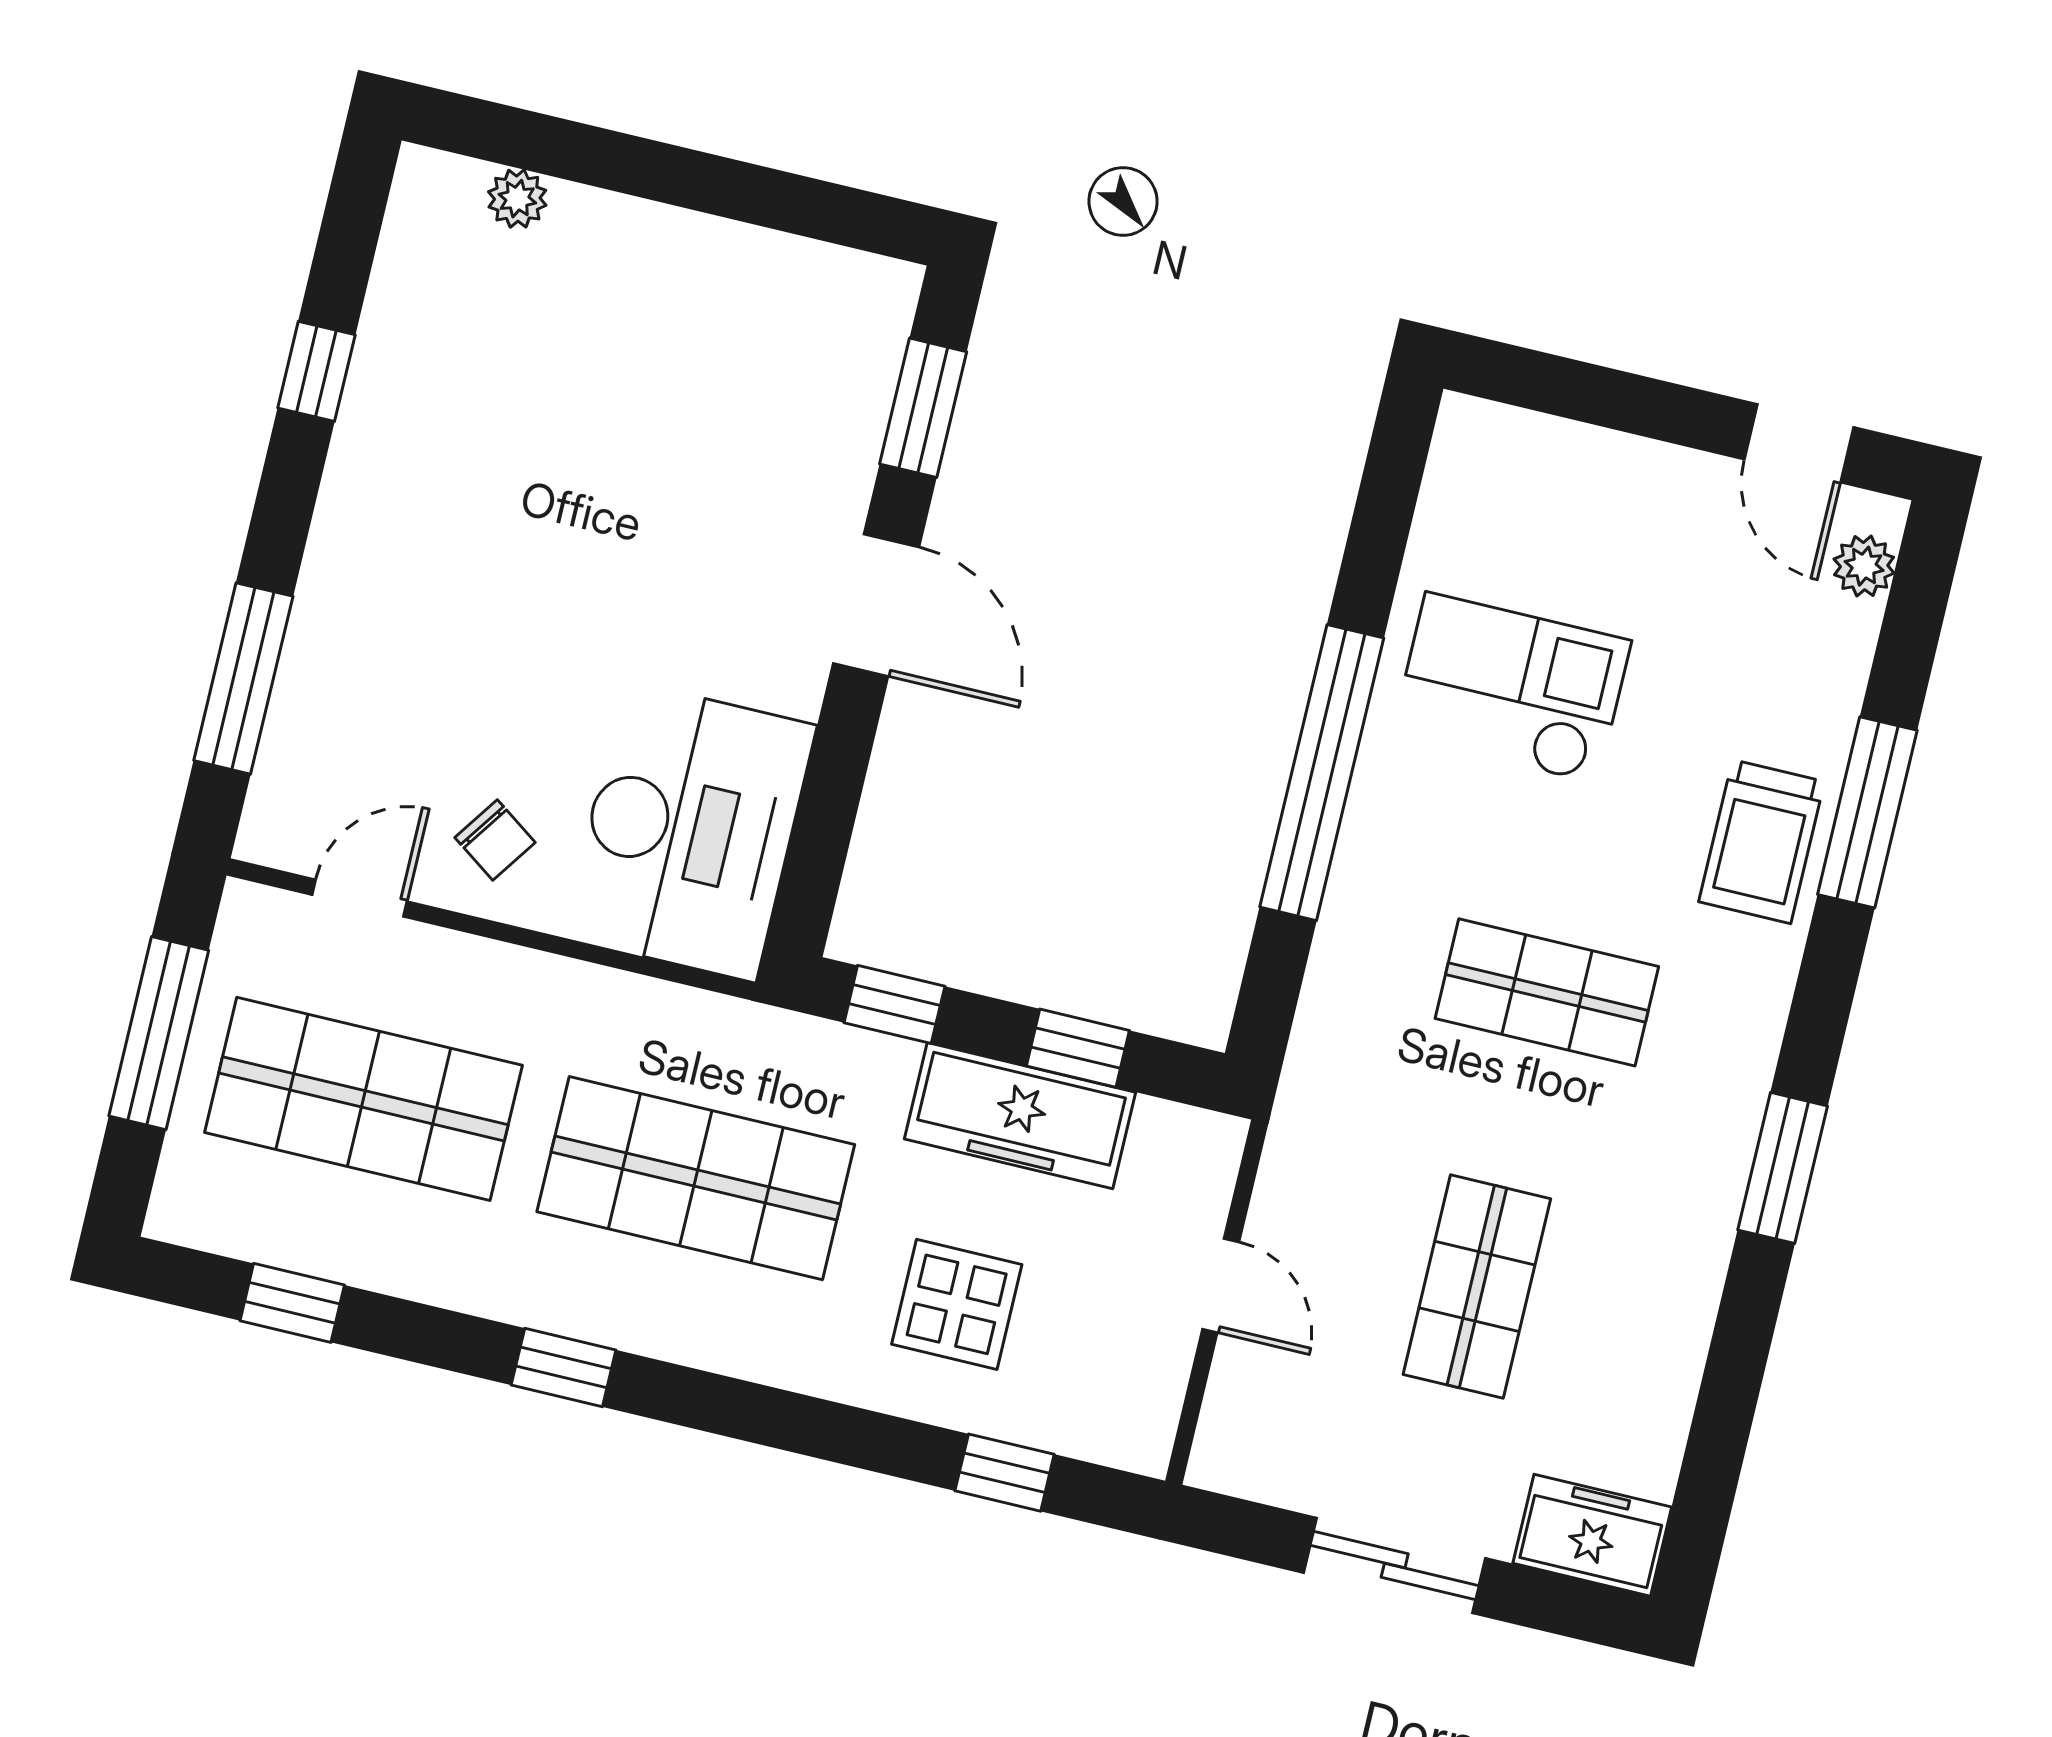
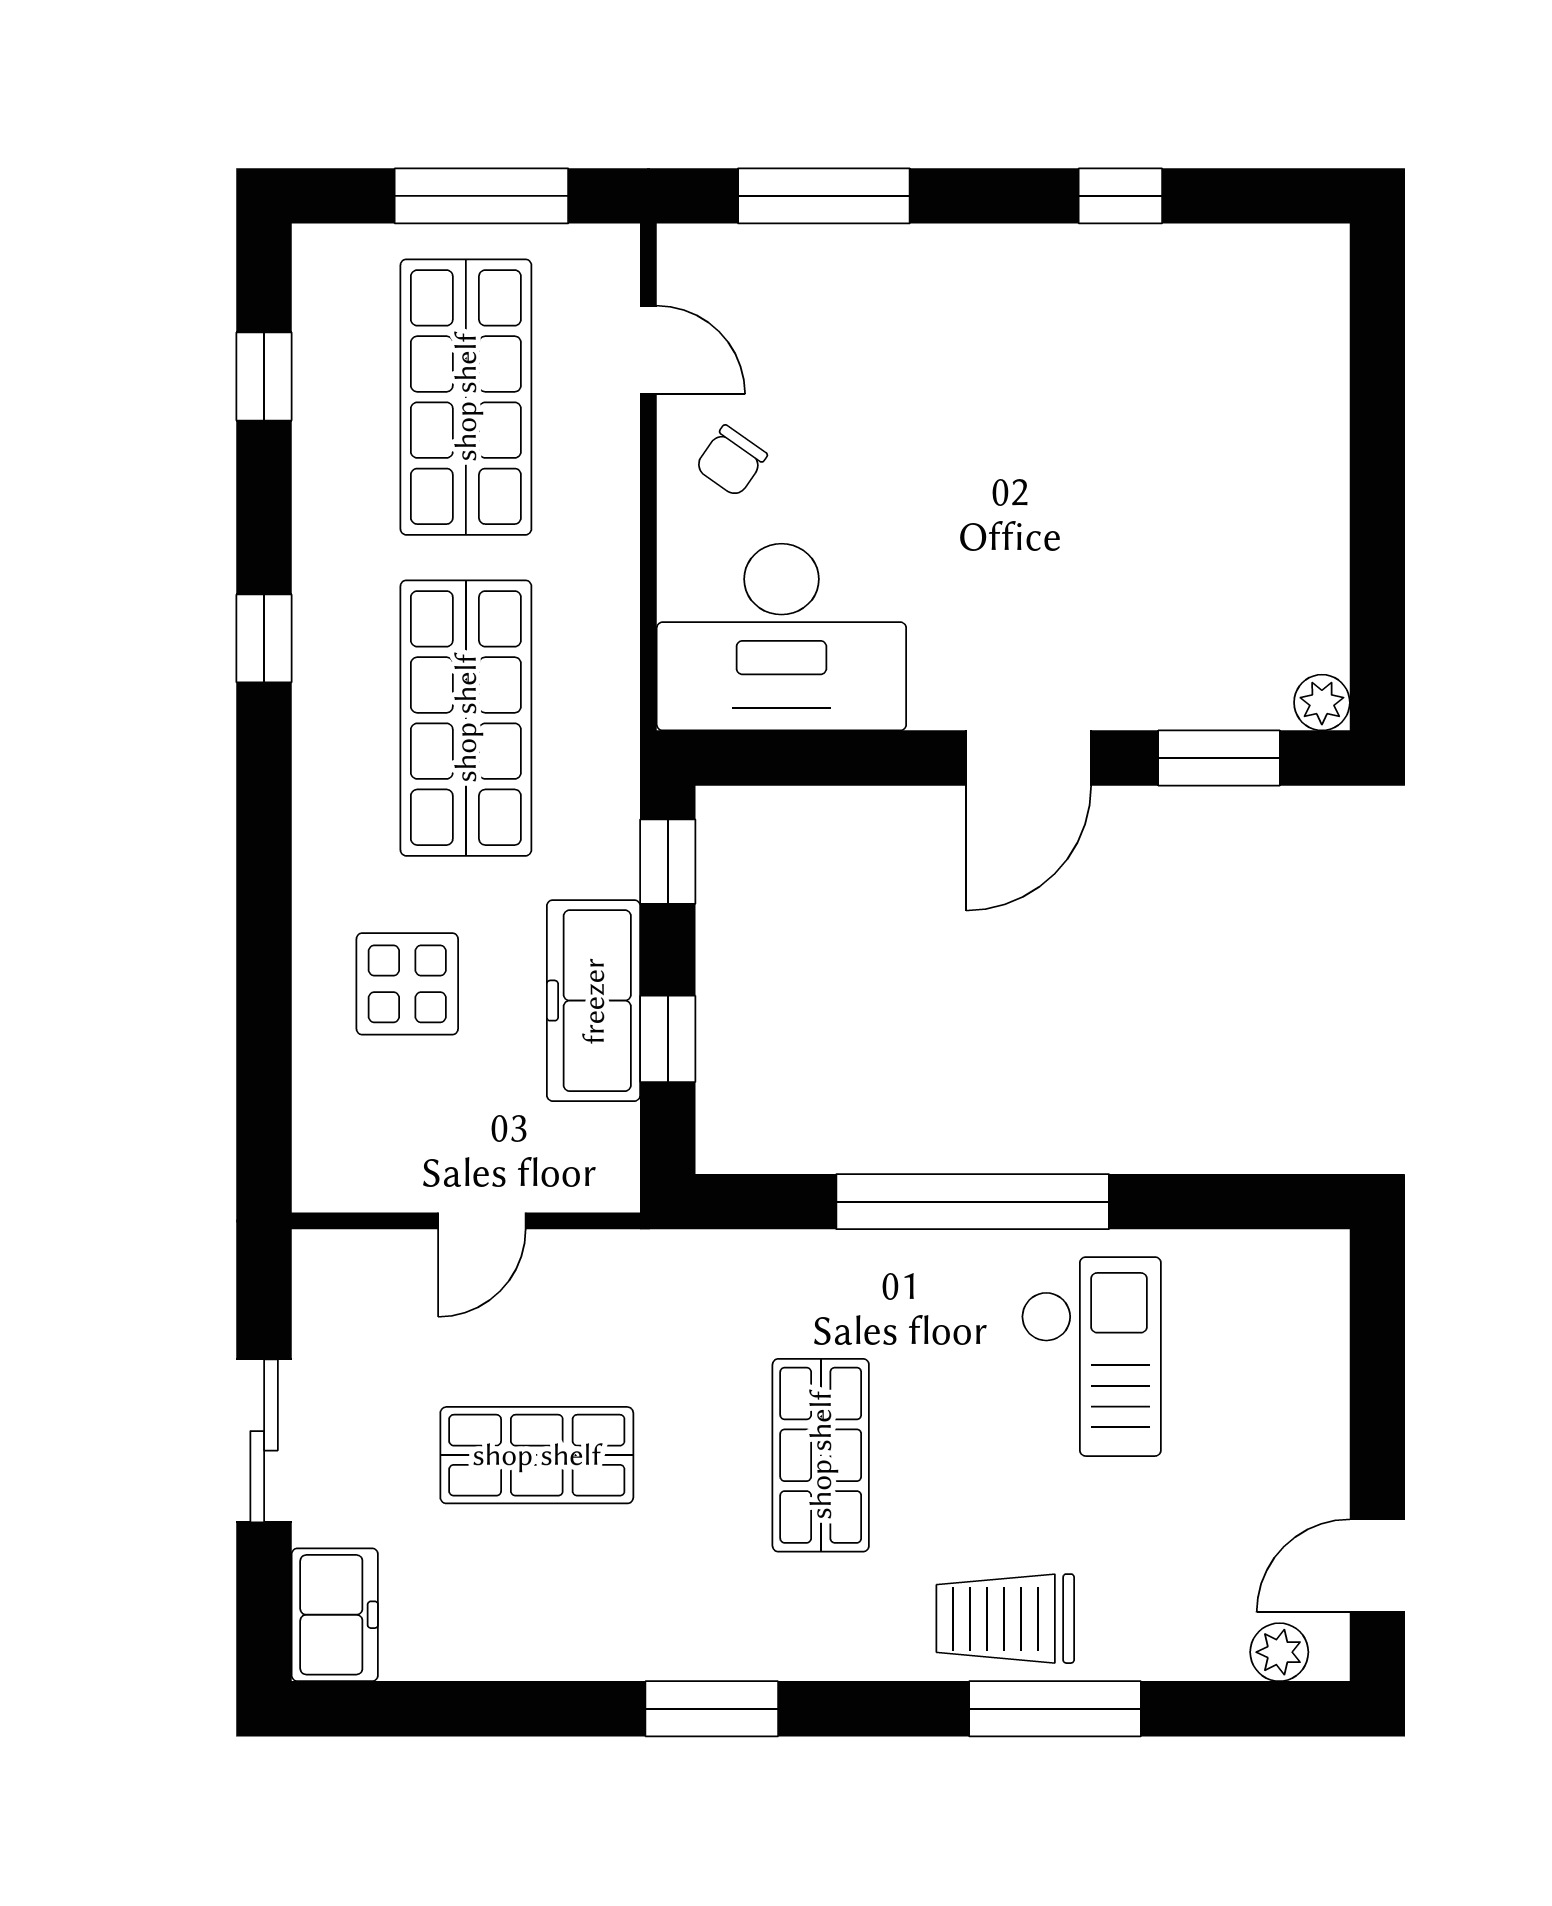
plant: (517, 199) -> (1322, 703), moved
window: (1005, 1473) -> (264, 1064), removed

